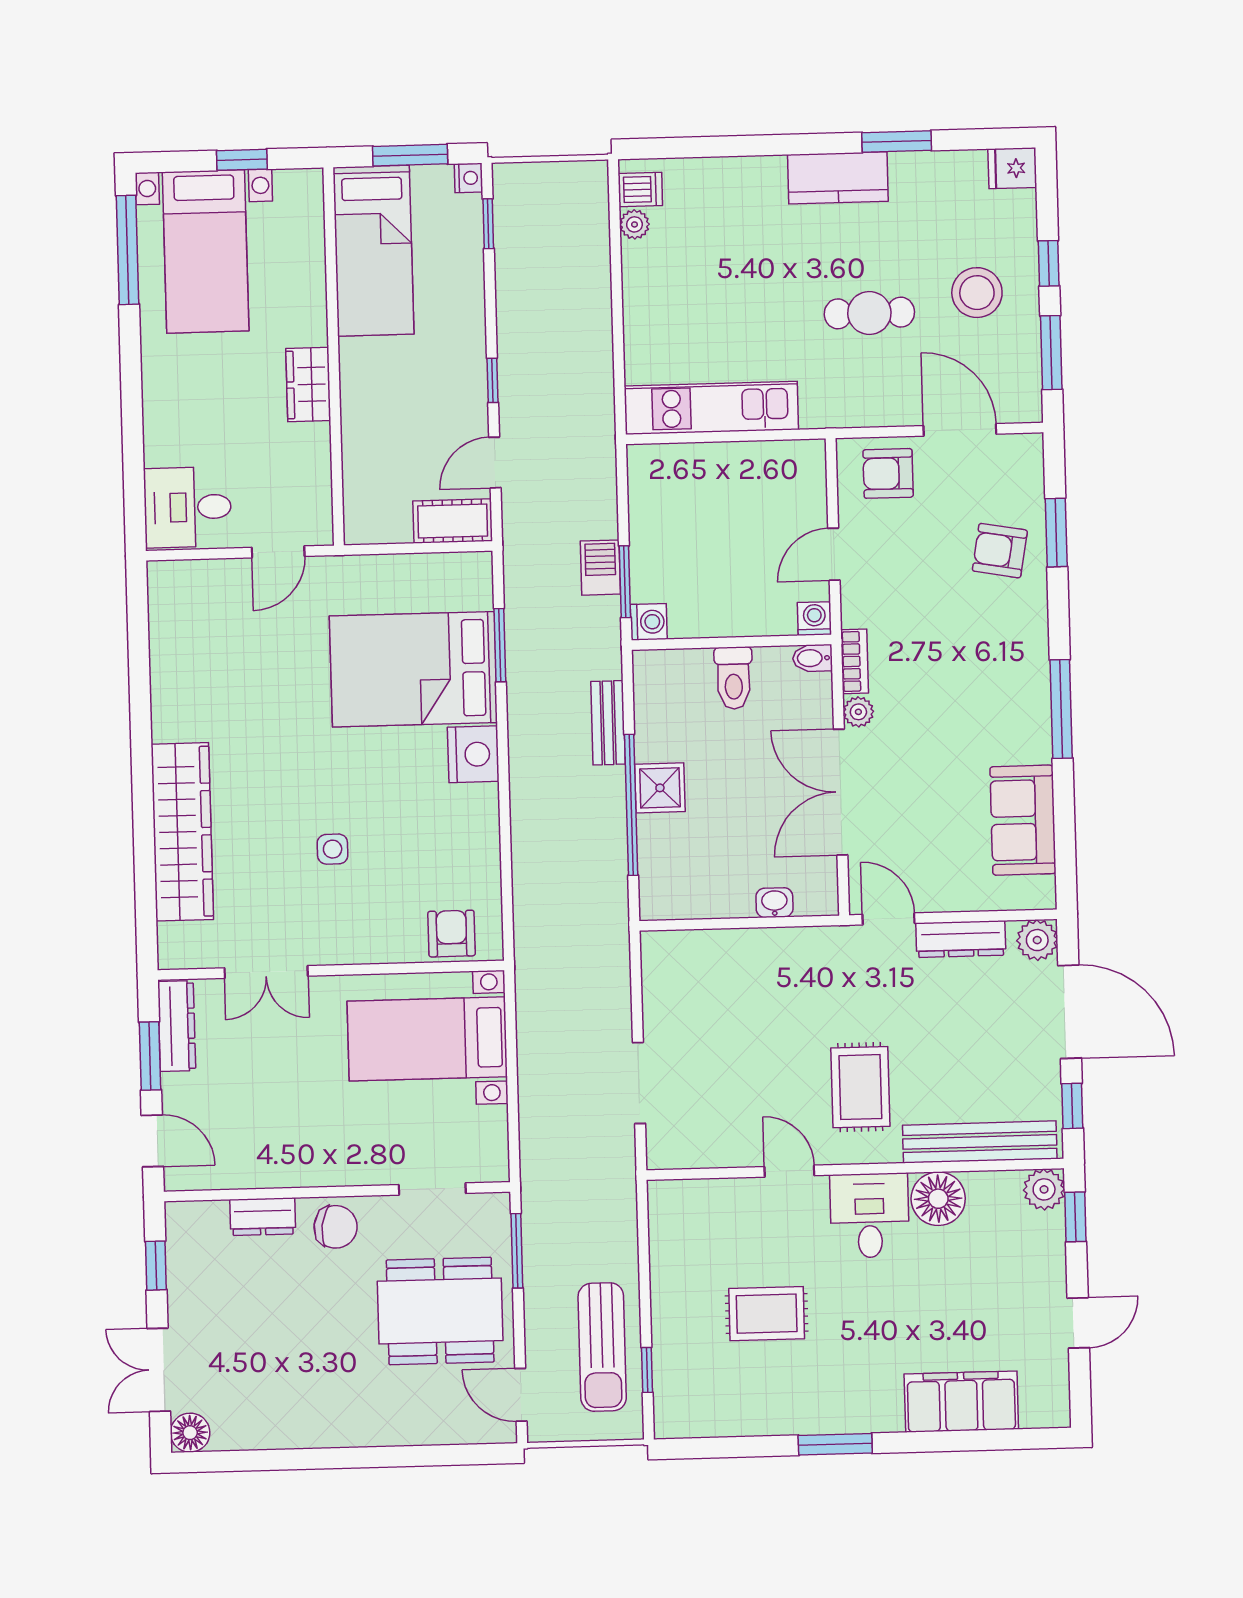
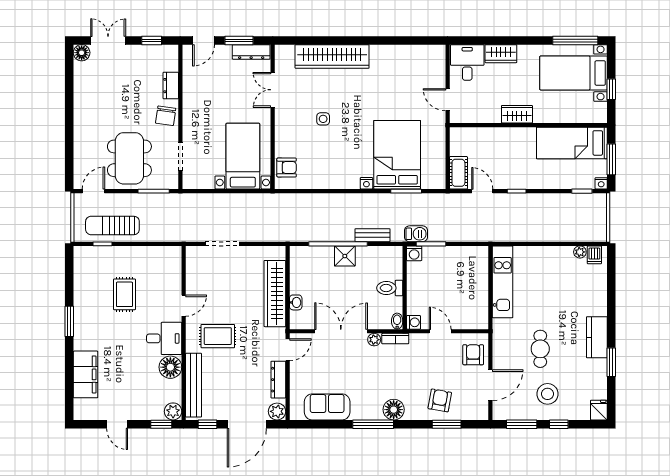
wardrobe: (164, 427) -> (501, 54), added
barbecue: (600, 568) -> (416, 234), moved
floor lamp: (1025, 660) -> (394, 410), added
nightstand: (473, 754) -> (366, 183), width x0.53, depth x0.56
wardrobe: (755, 953) -> (275, 294), added

